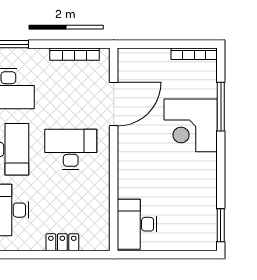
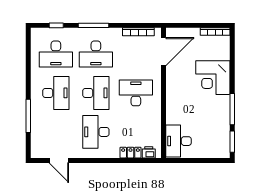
door: (114, 104) -> (163, 52), moved
window: (221, 107) -> (232, 109), moved
printer: (91, 242) -> (149, 152), added

